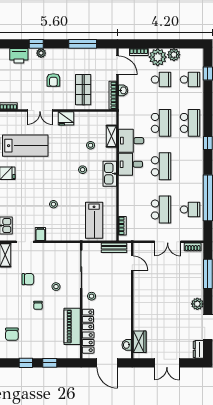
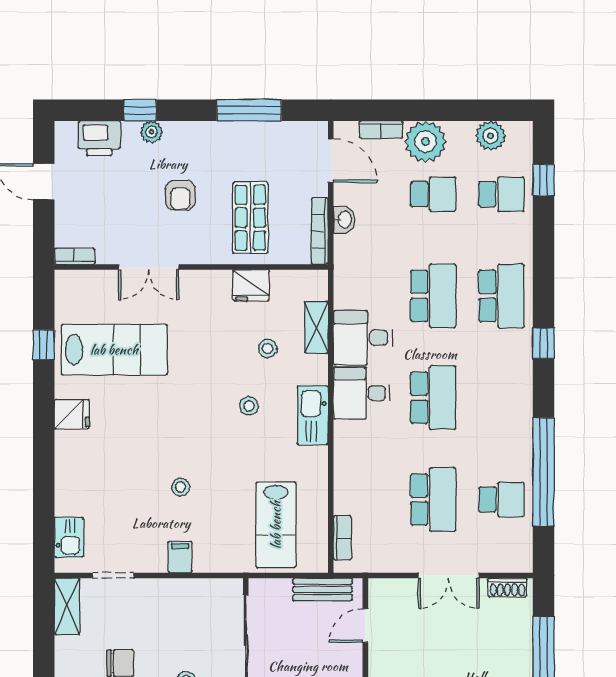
plant: (174, 55) -> (491, 136), moved
fridge: (66, 118) -> (251, 285), moved
filing cabinet: (40, 234) -> (180, 557), moved
door: (132, 263) -> (365, 626), swing flipped

